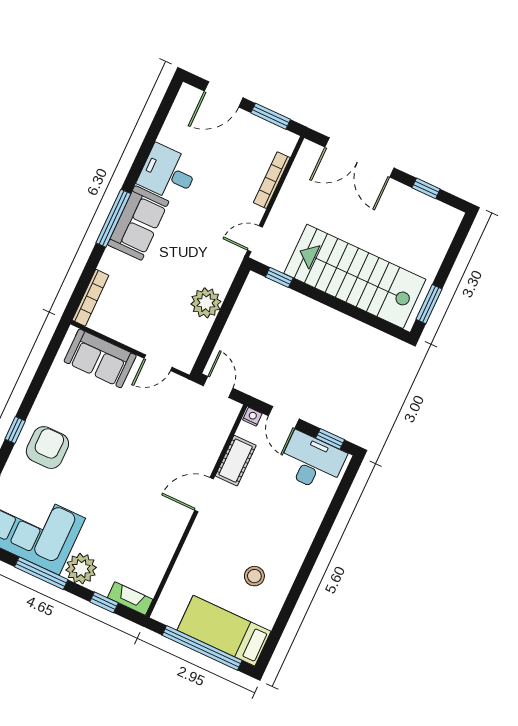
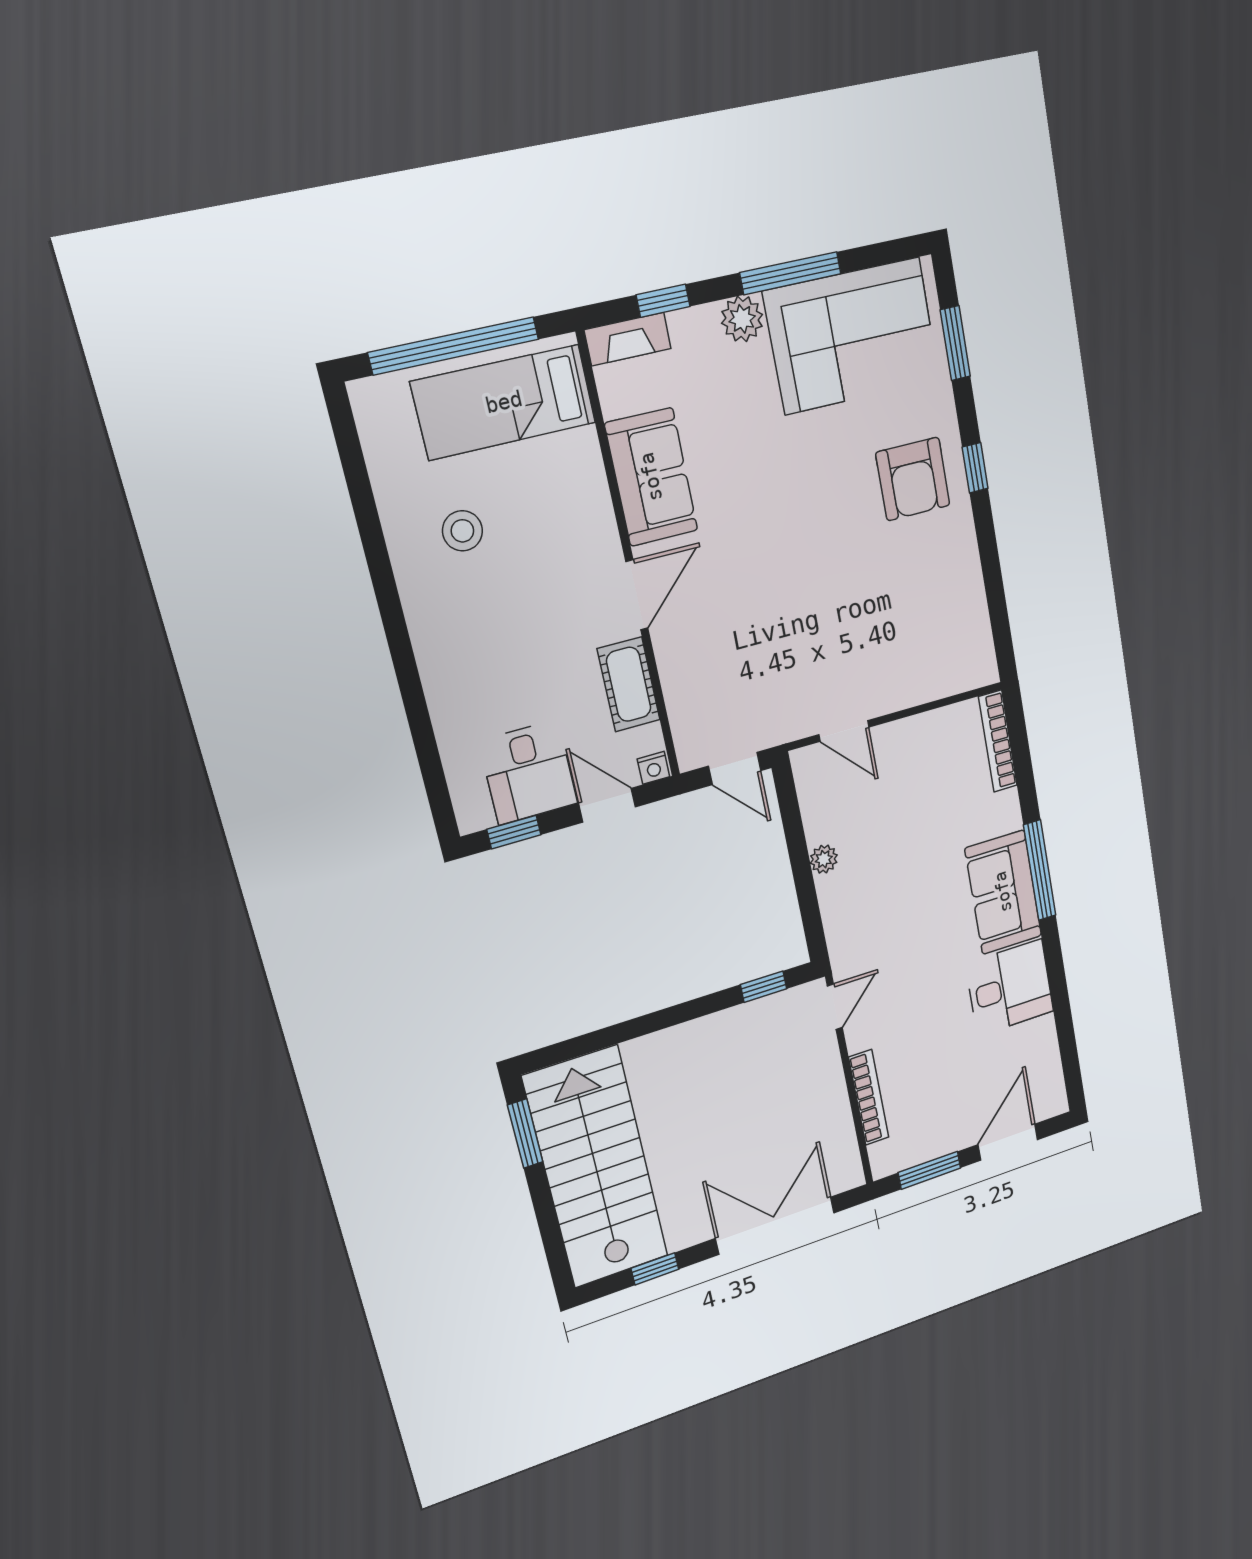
stairs: (355, 276) -> (596, 1167), moved, turned -90
plant: (206, 303) -> (824, 859), width x0.53, depth x0.53
sofa: (100, 358) -> (651, 477), moved, turned 90
door: (158, 363) -> (844, 731), swing flipped
desk: (312, 462) -> (528, 772), width x0.73
plant: (81, 569) -> (742, 319), width x0.73, depth x0.73
bed: (224, 631) -> (504, 402), moved, turned 180

